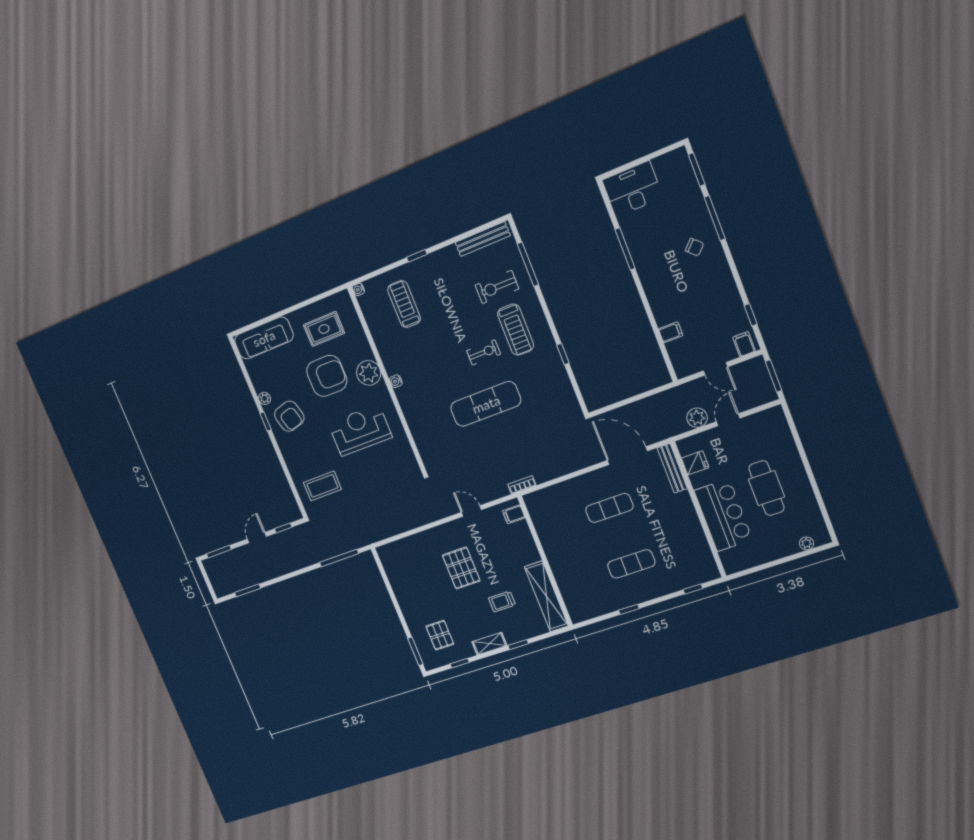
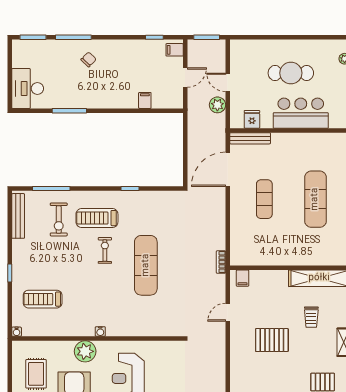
treadmill: (516, 330) -> (97, 218), turned 180
exercise mat: (631, 564) -> (315, 199), width x1.36, depth x1.45

